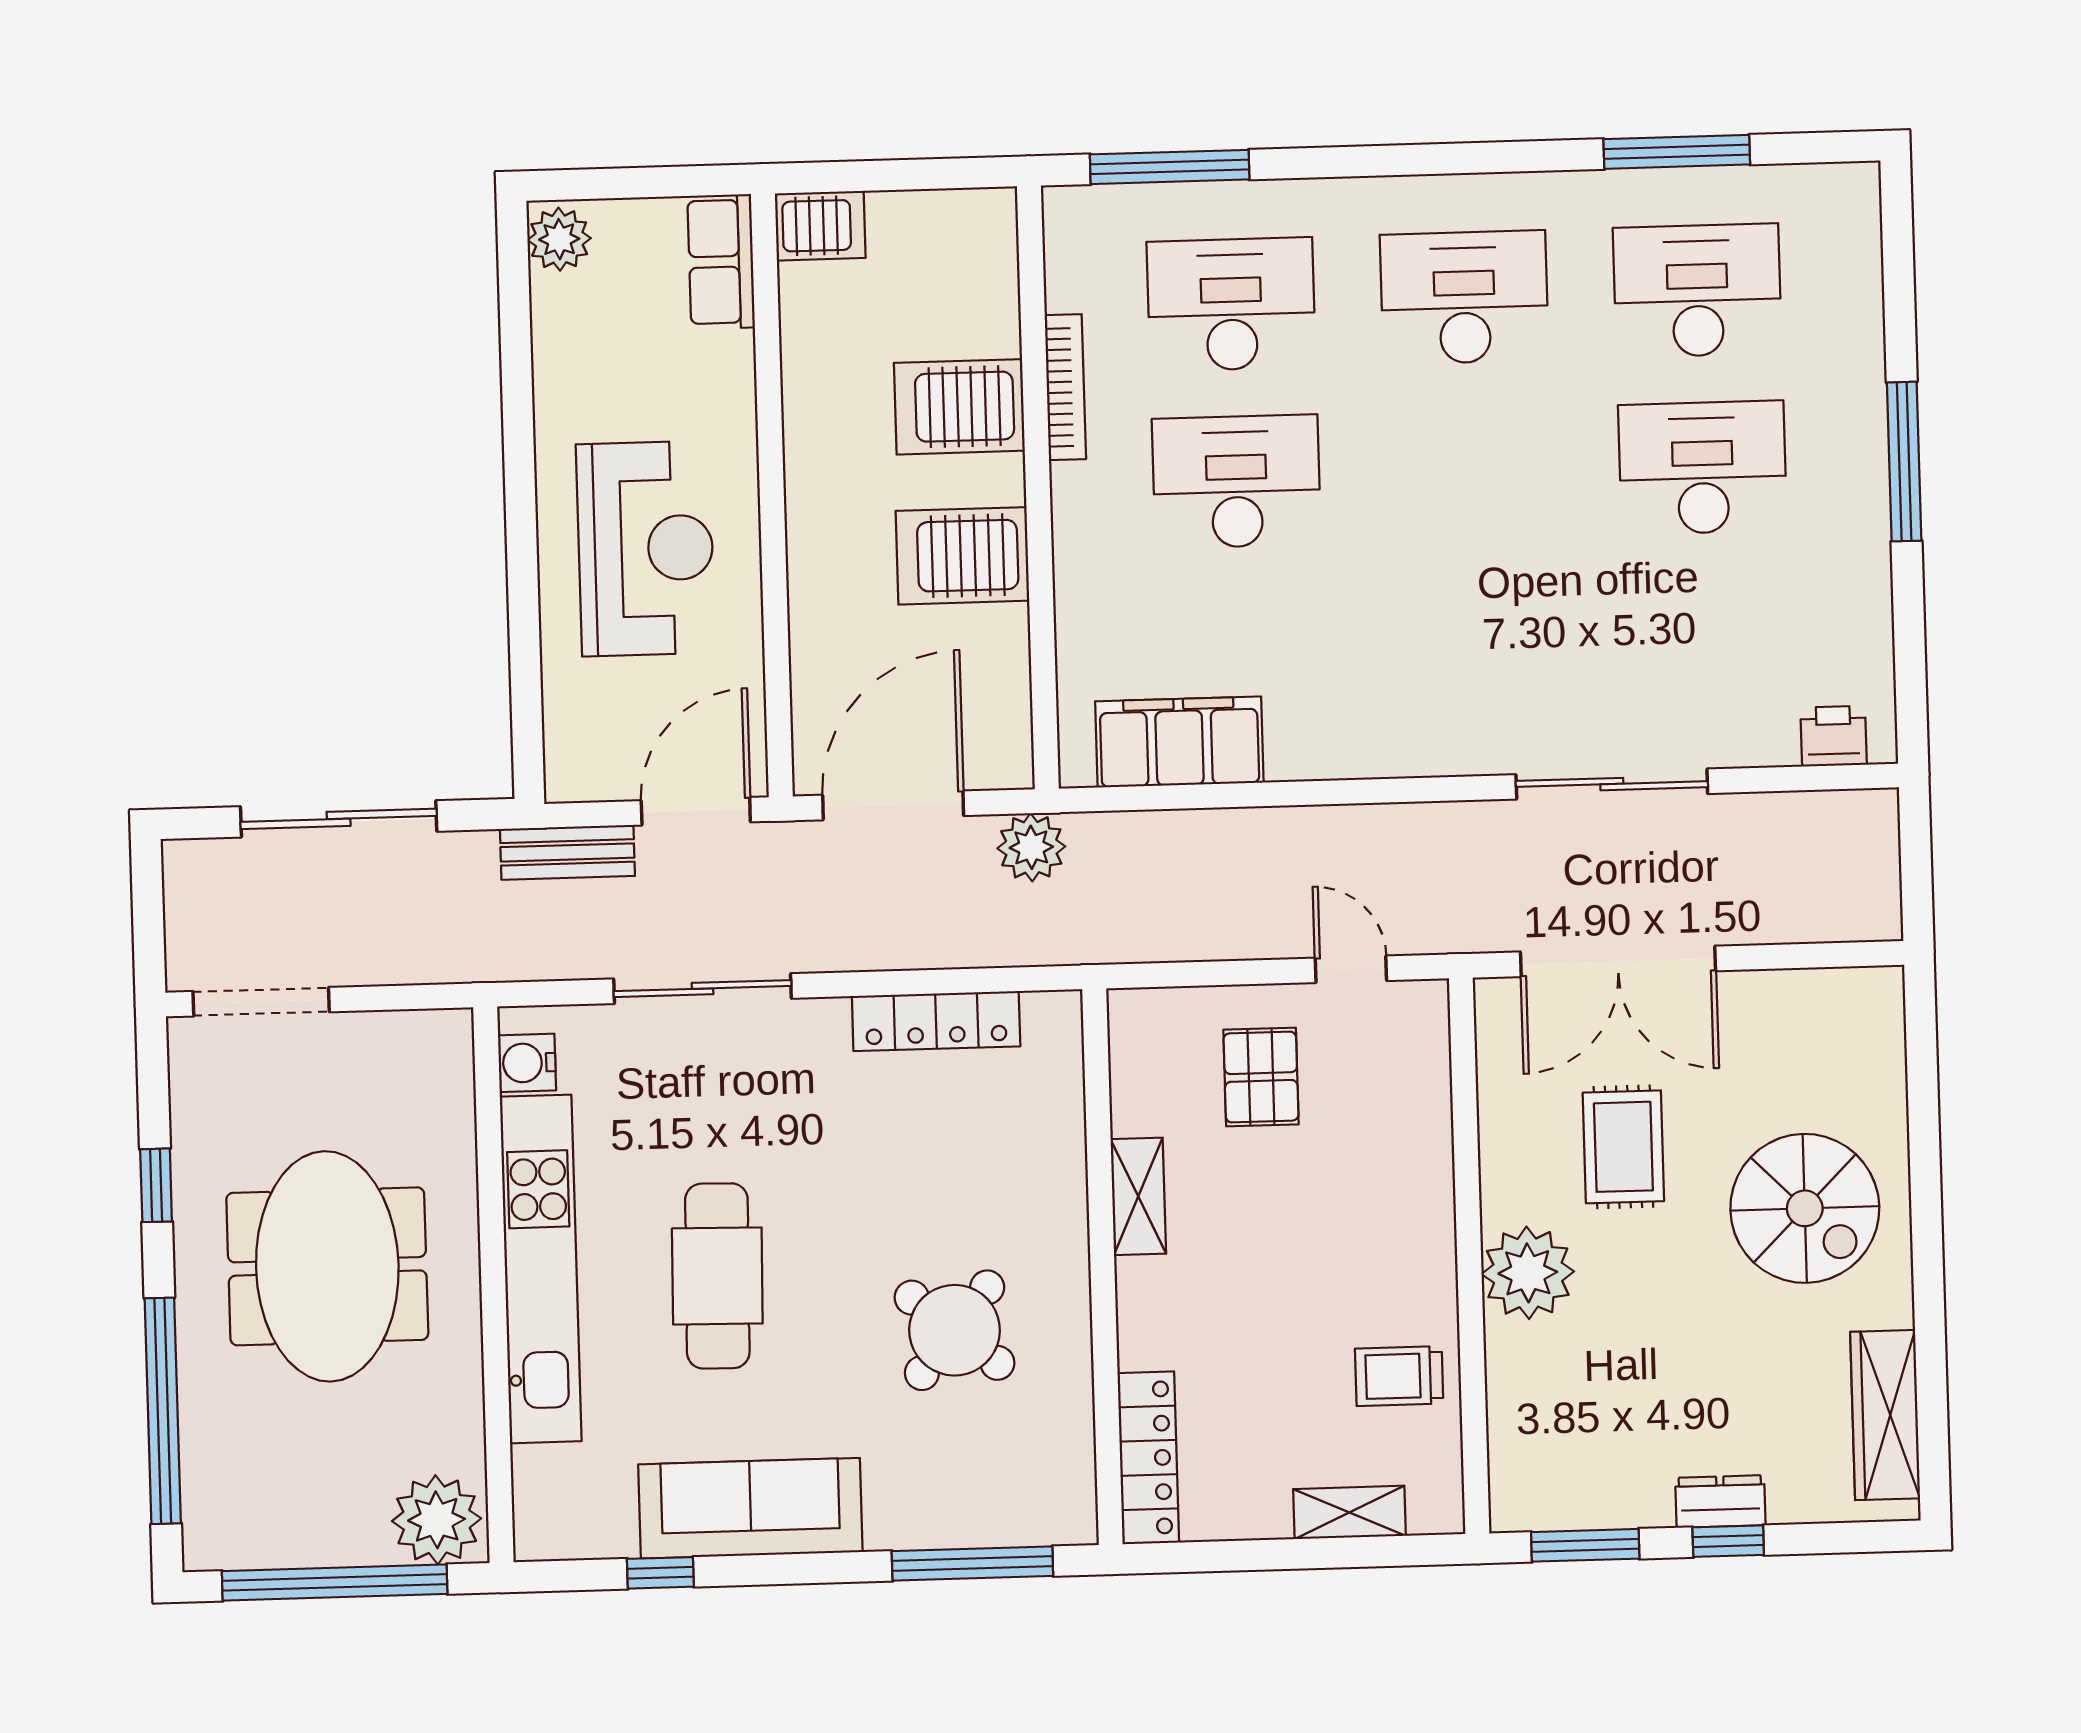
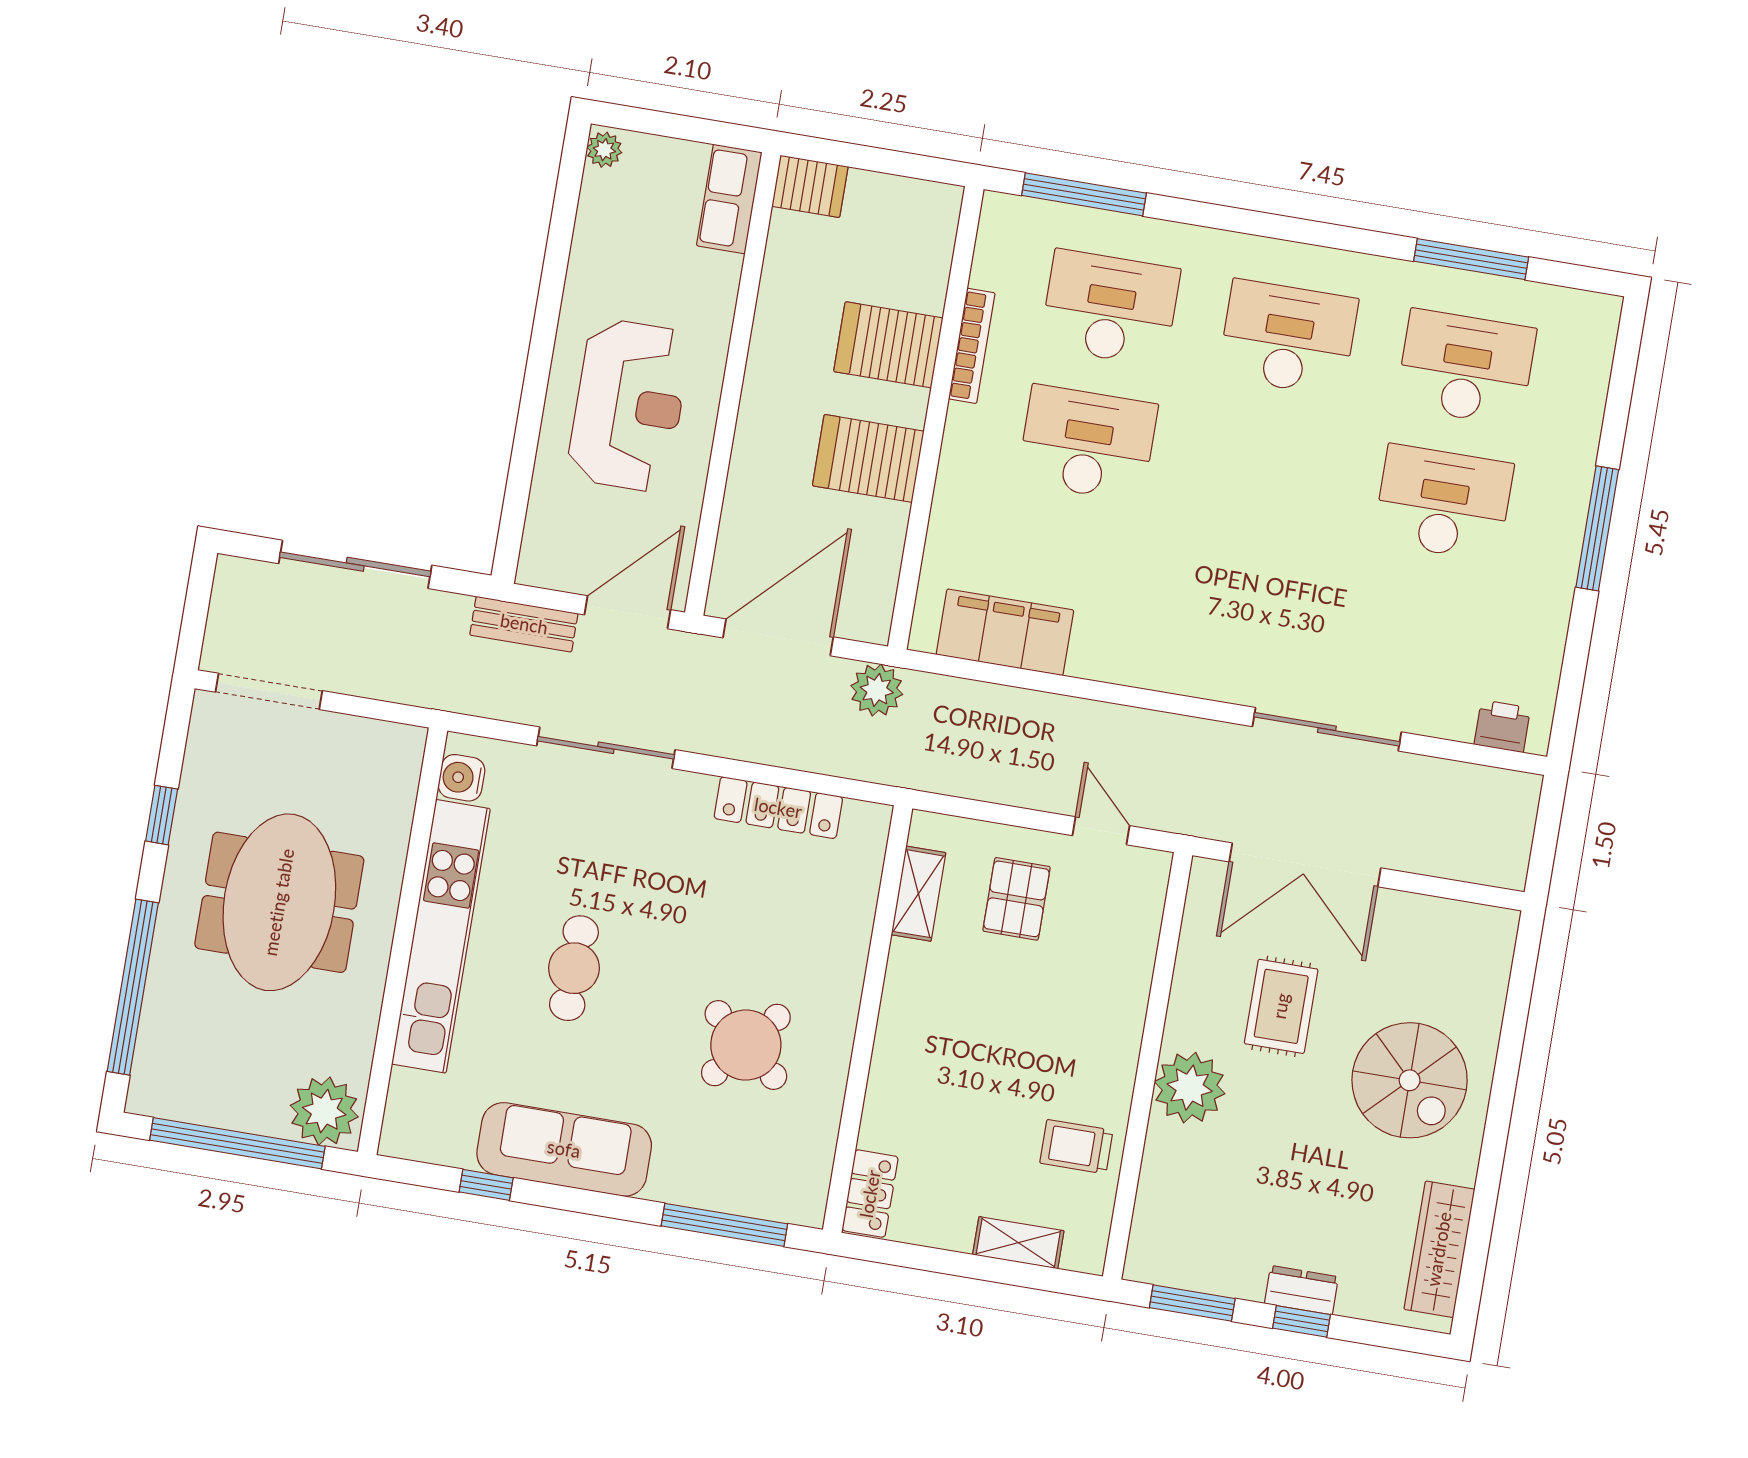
plant: (559, 239) -> (604, 150), width x0.73, depth x0.73
shelving: (1138, 1196) -> (918, 894), moved
cafe table: (717, 1276) -> (574, 968), width x0.73, depth x0.74
locker: (1148, 1458) -> (870, 1194), width x0.66

